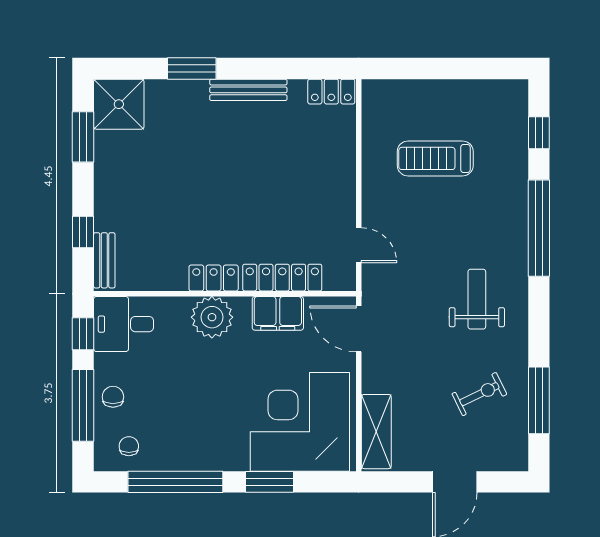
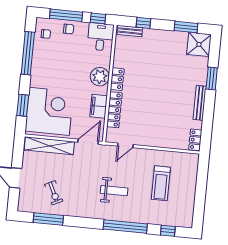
treadmill: (435, 158) -> (161, 183), turned 180
weight bench: (477, 299) -> (114, 191), moved
shelving: (376, 432) -> (49, 146), width x1.47
window: (270, 482) -> (23, 105), moved

